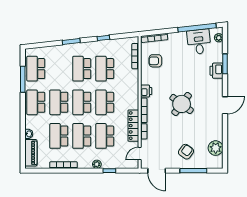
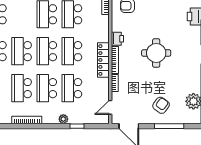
round table: (182, 104) -> (156, 53), turned -37
locker: (133, 126) -> (103, 60), moved

